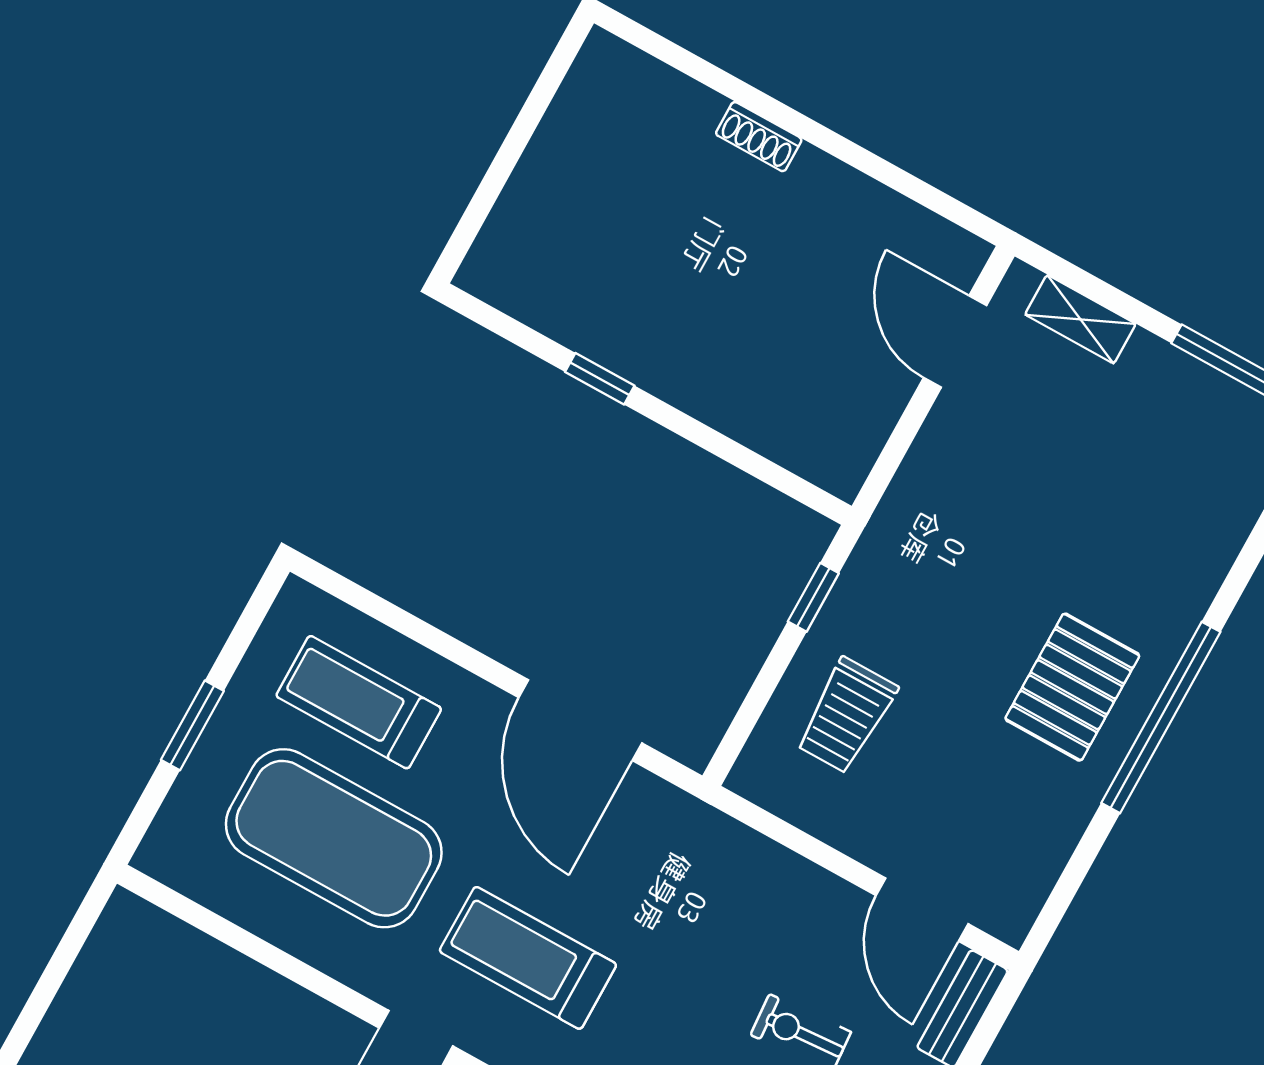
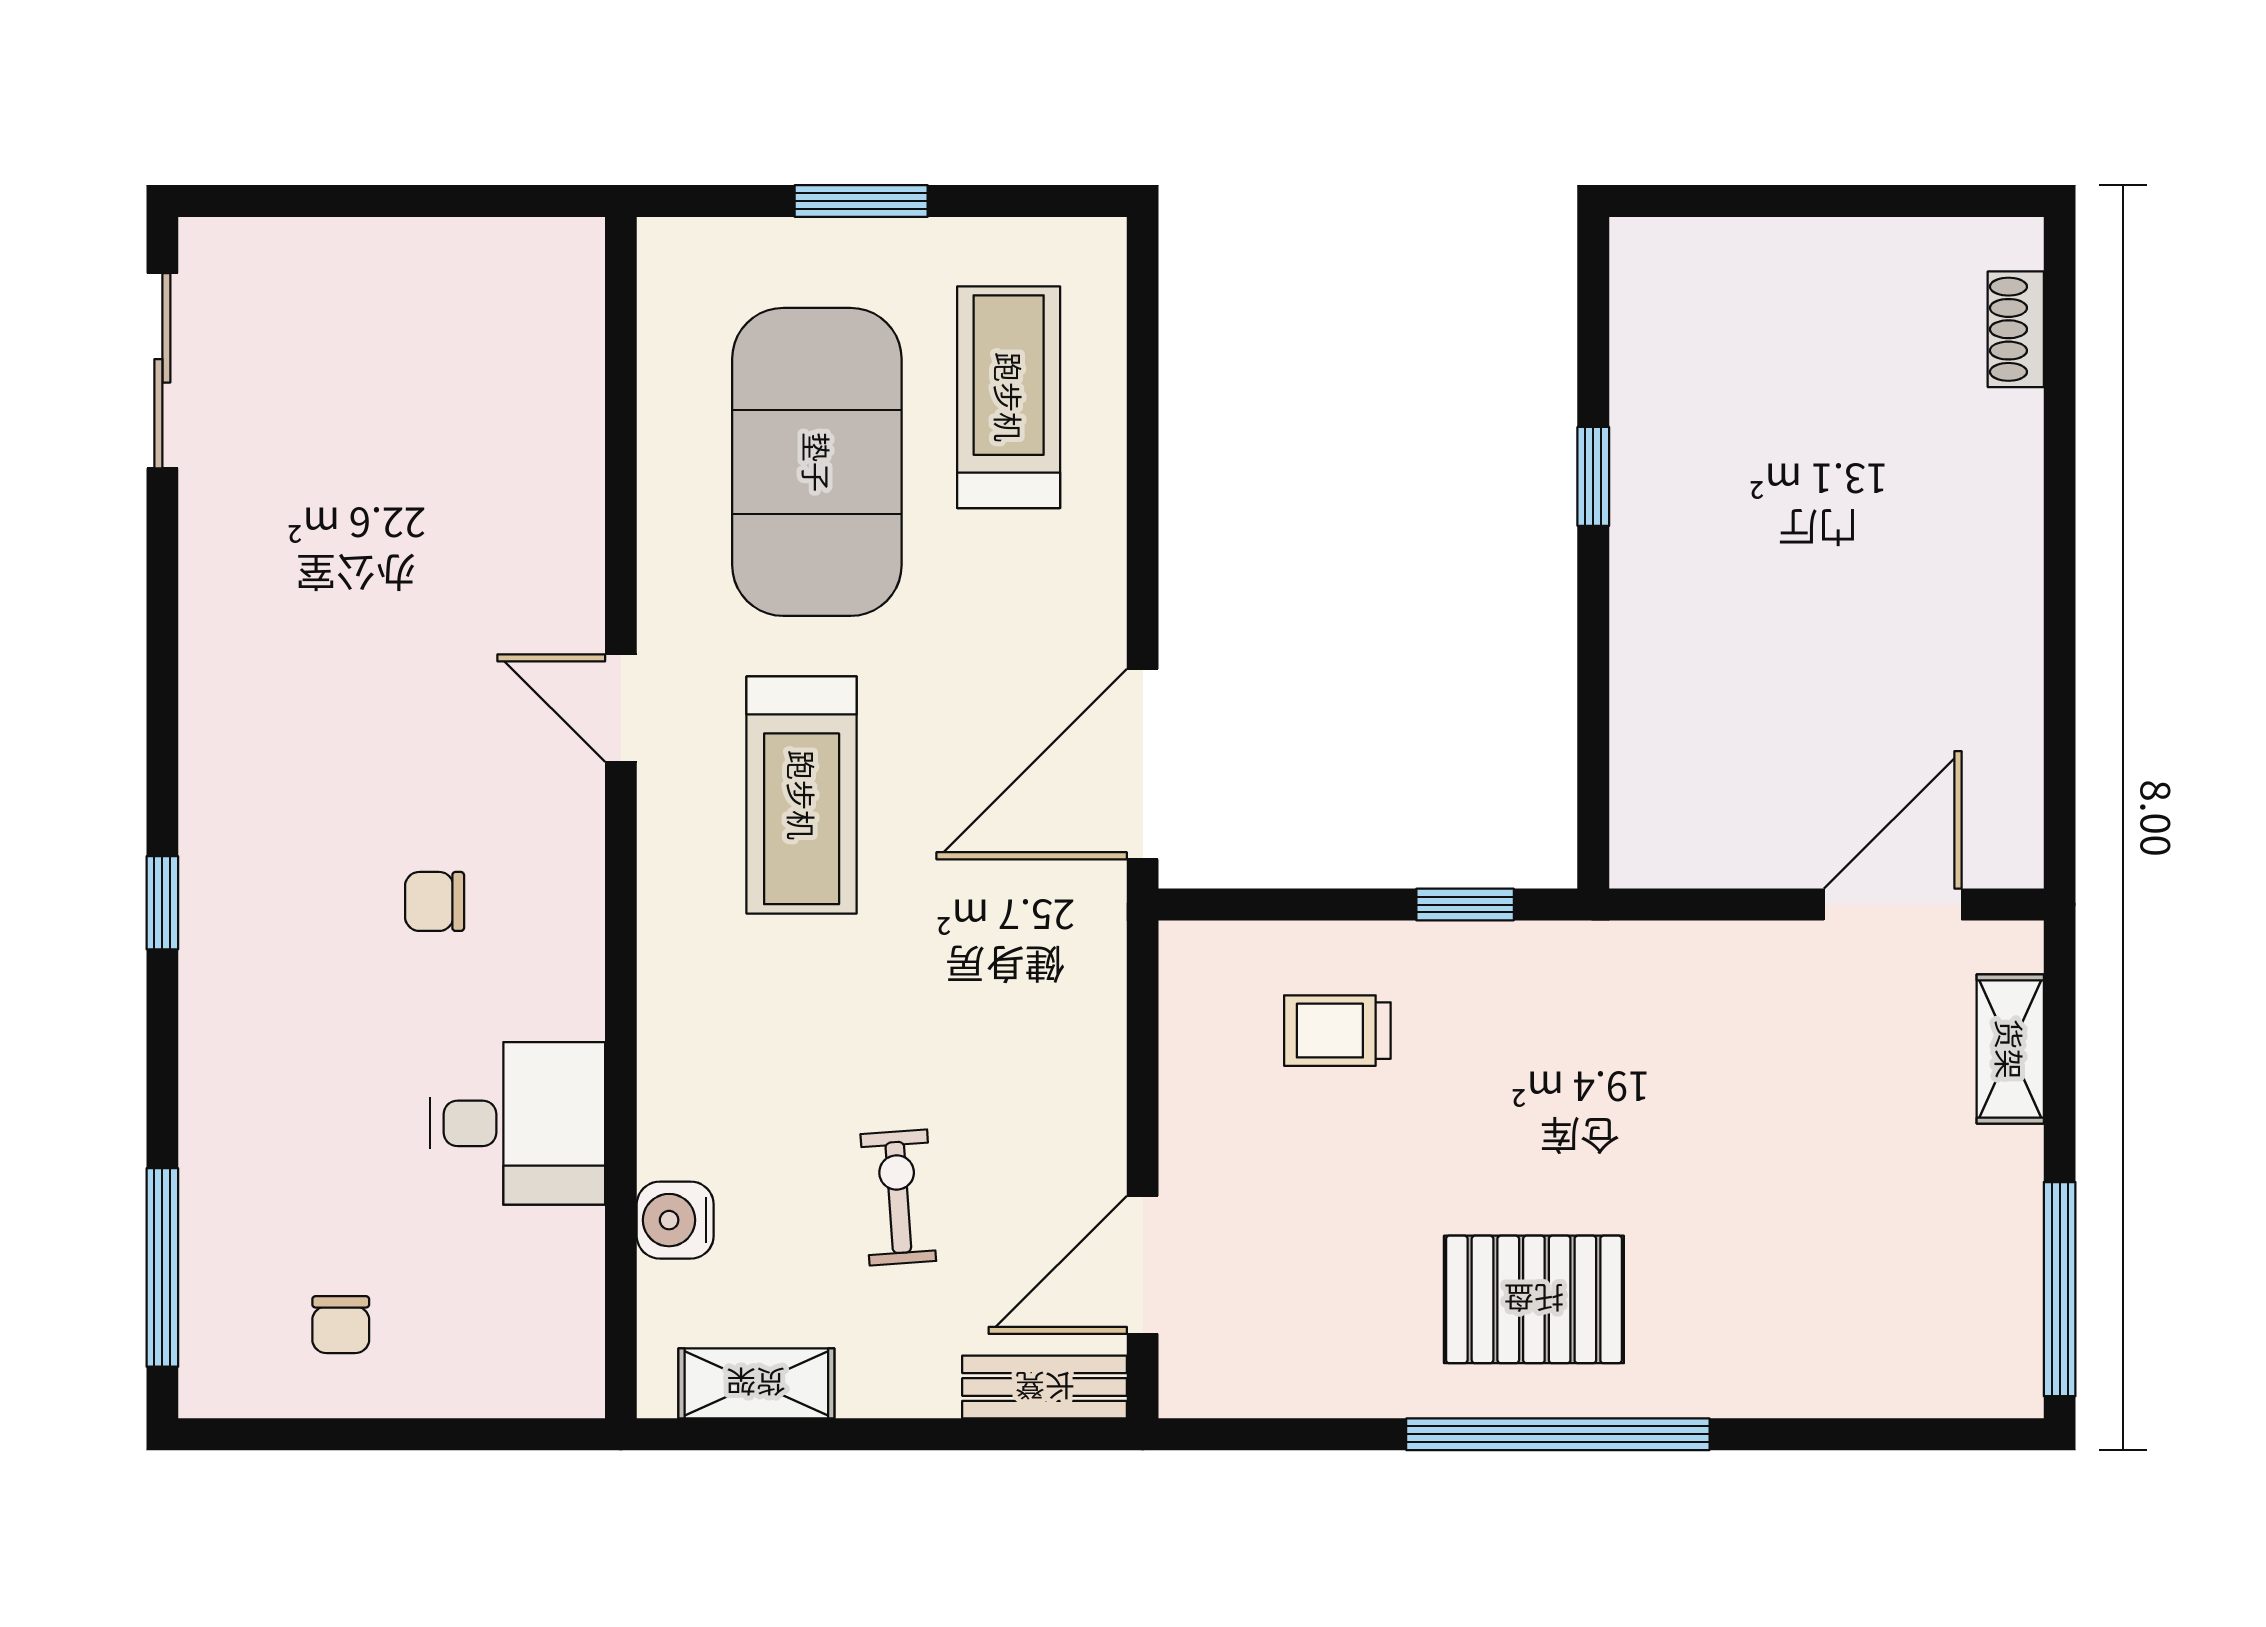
shoe rack: (759, 137) -> (2016, 329), moved
trolley: (846, 716) -> (1337, 1031), width x0.73, depth x0.72
door: (580, 720) -> (1143, 764), moved
treadmill: (528, 958) -> (802, 795), turned 180

